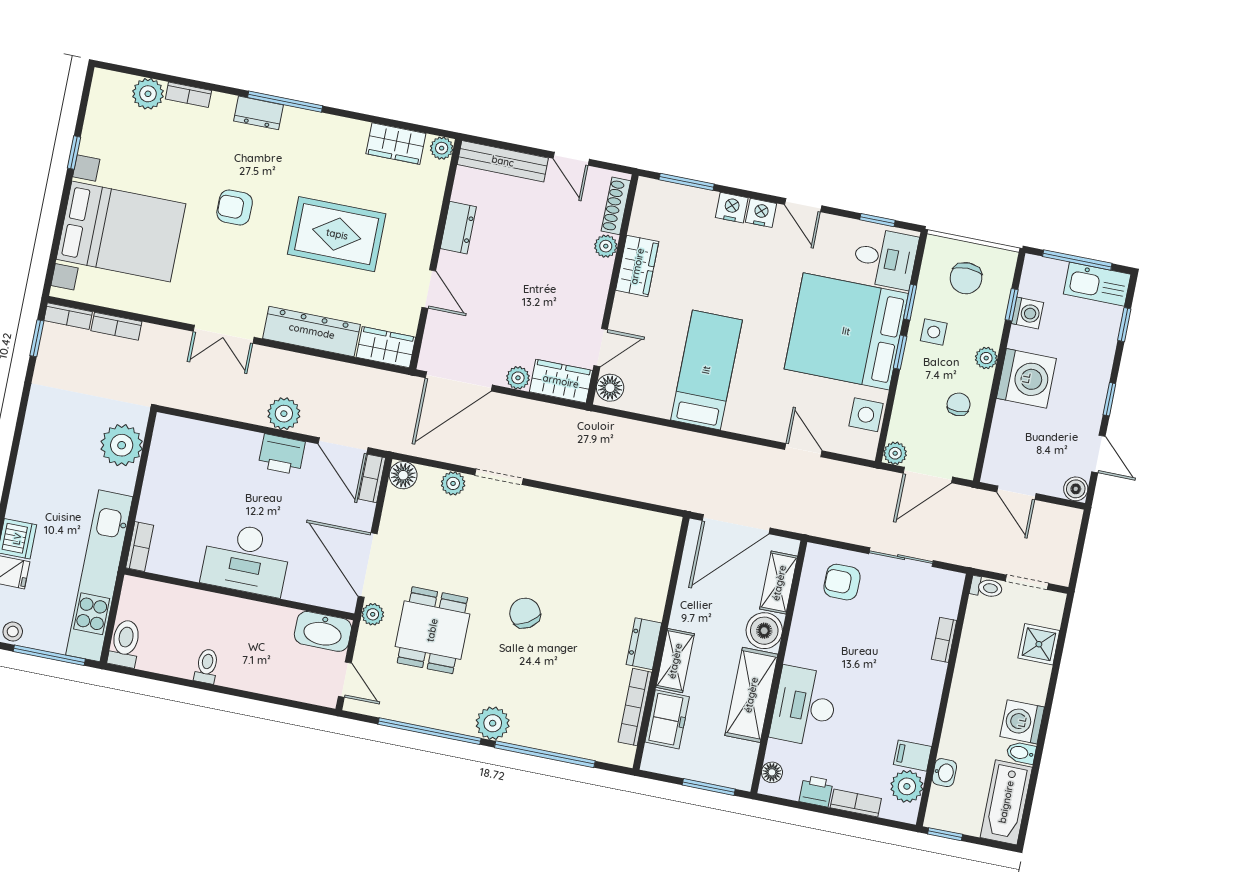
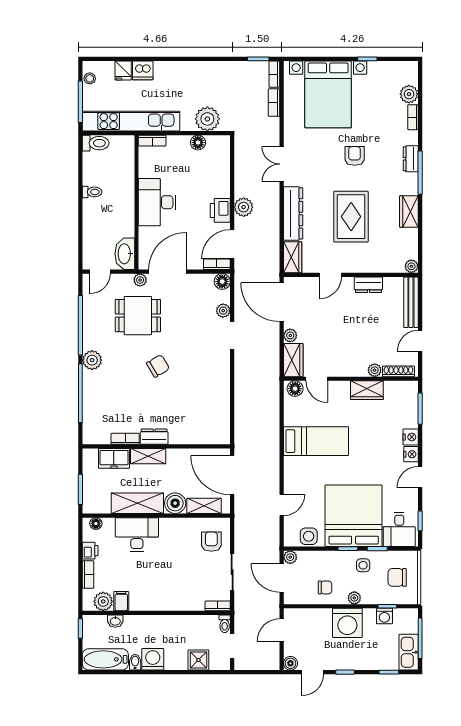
wardrobe: (396, 144) -> (409, 212), moved
floor lamp: (159, 469) -> (198, 143), added
bookcase: (944, 640) -> (218, 606), moved
bookcase: (635, 707) -> (125, 439), width x0.64

